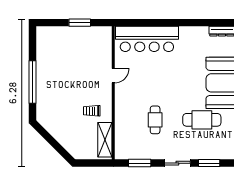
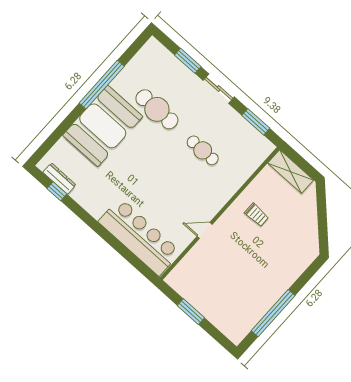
window: (217, 23) -> (57, 191), added
window: (32, 82) -> (273, 313), moved
cafe table: (155, 120) -> (203, 150), turned 90
shelving: (105, 140) -> (291, 172), moved, turned 90

